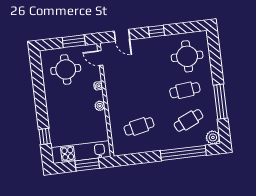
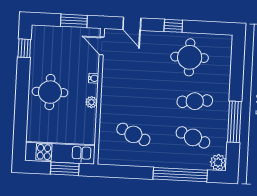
round table: (187, 56) -> (190, 57), moved
round table: (66, 69) -> (50, 92), moved
cafe table: (189, 120) -> (193, 137), turned 45
cafe table: (139, 126) -> (133, 134), turned 36
window: (45, 136) -> (24, 48), moved

